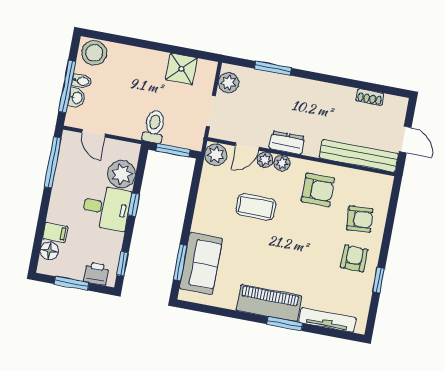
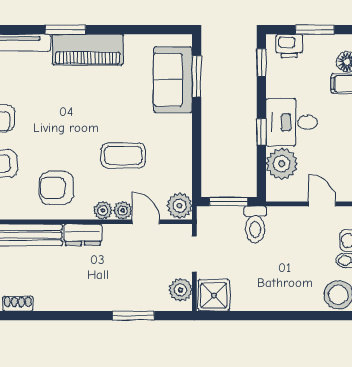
shower: (181, 69) -> (214, 295), moved
dresser: (287, 143) -> (83, 235), moved
door: (247, 146) -> (146, 222), hinge flipped

